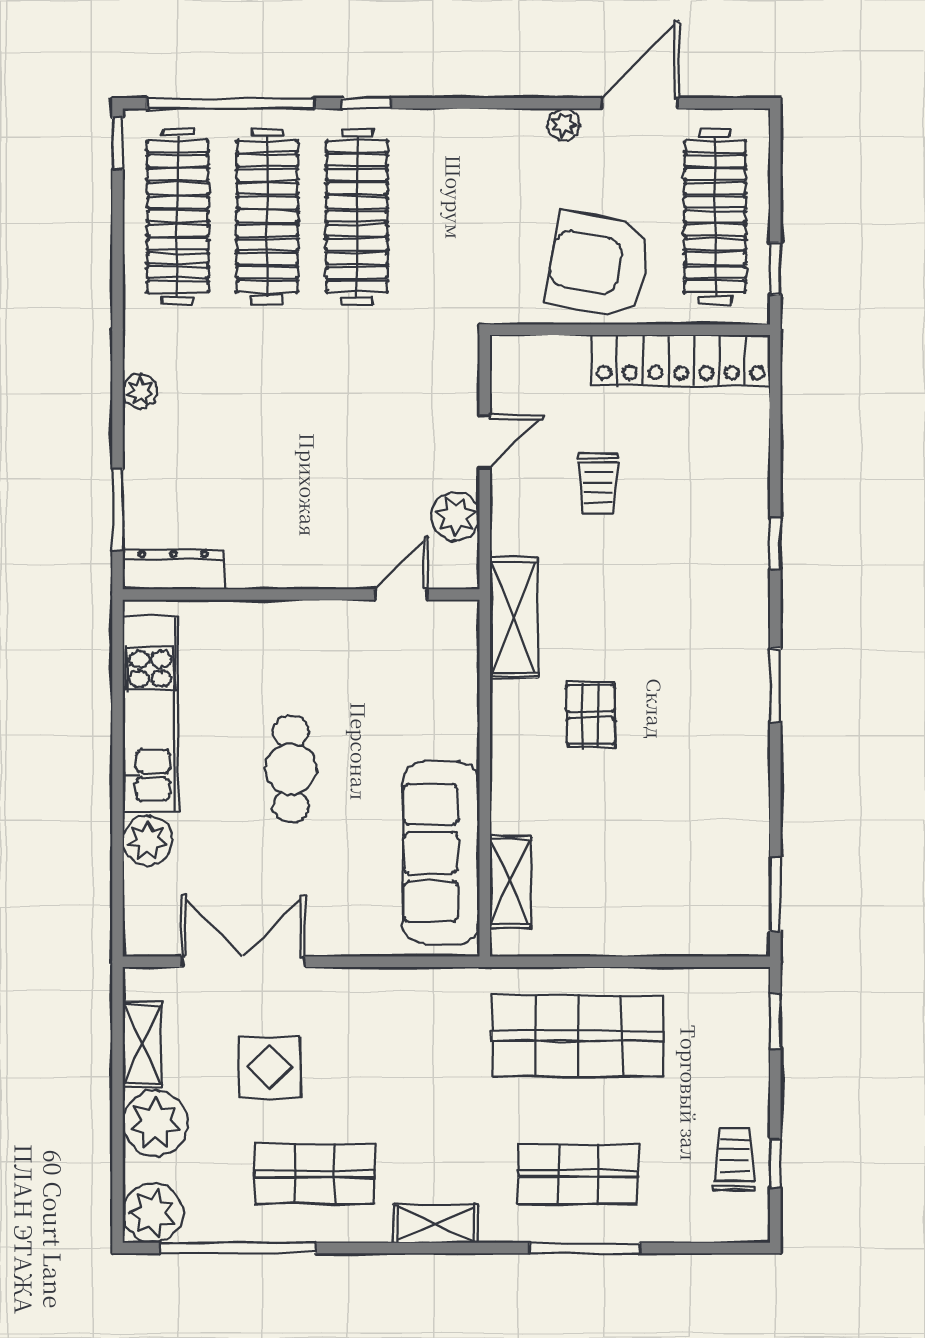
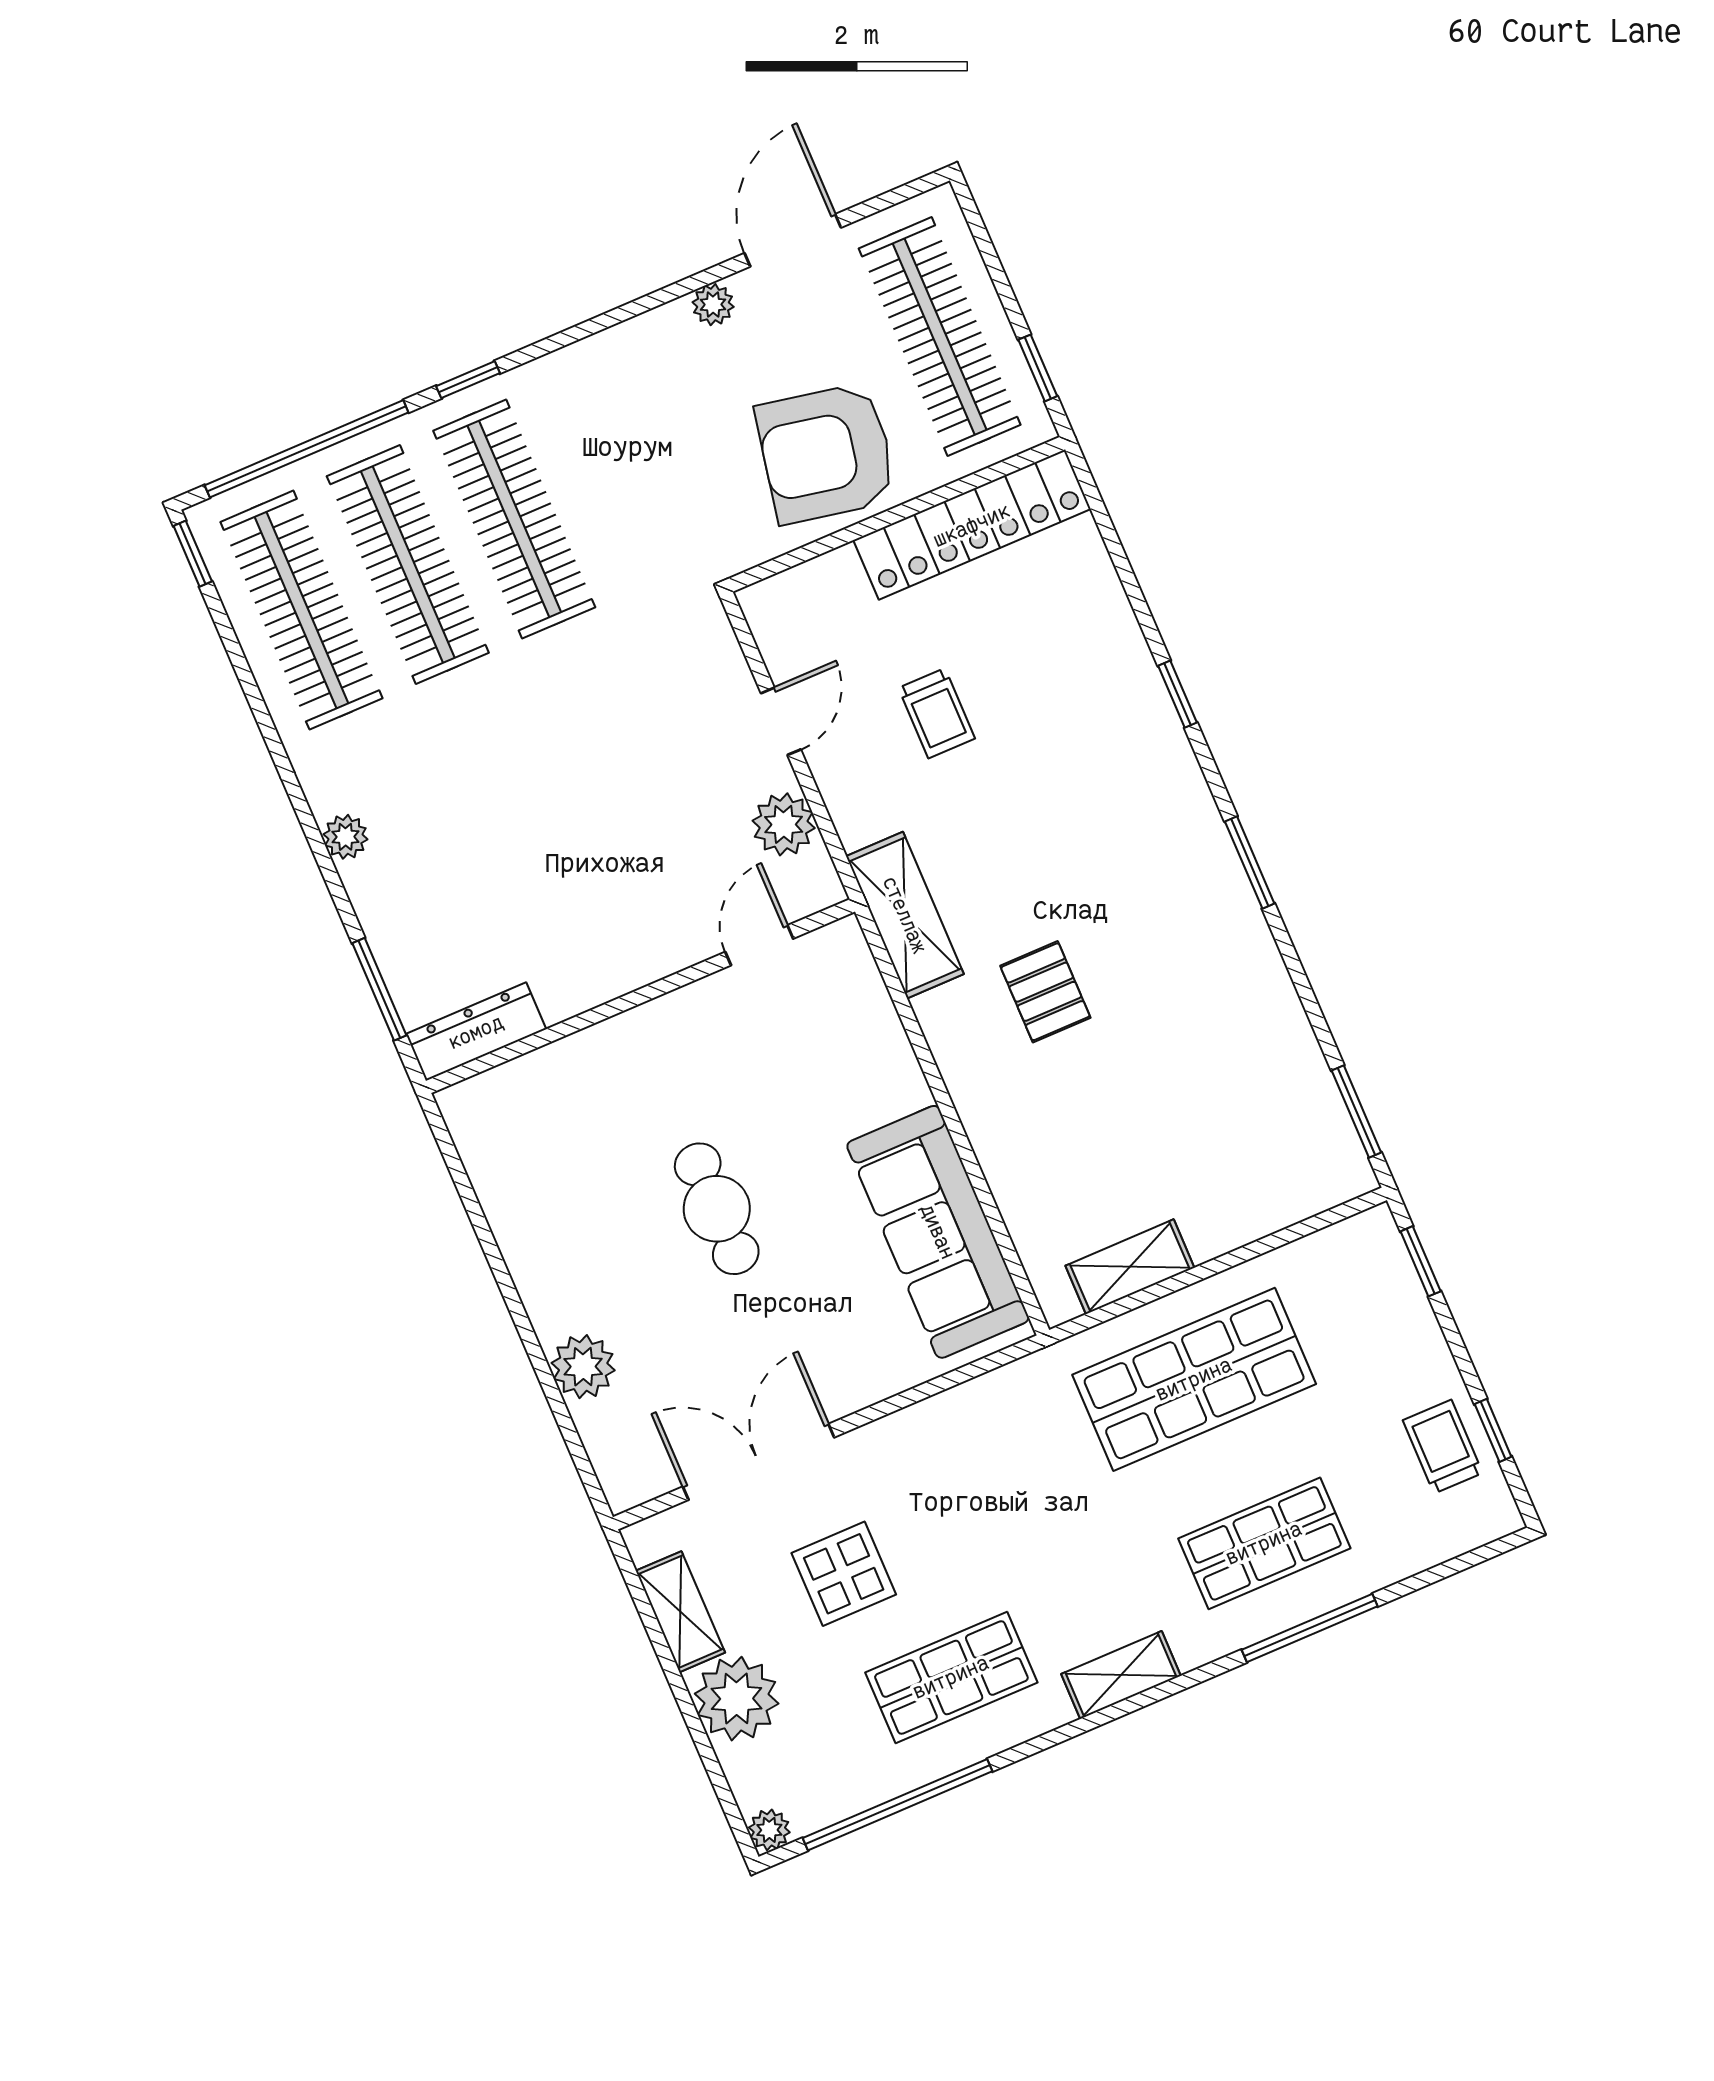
kitchen unit: (150, 714) -> (522, 1215), removed
shelving: (510, 882) -> (1130, 1267), moved, turned 90
plant: (153, 1213) -> (769, 1830), width x0.53, depth x0.53

